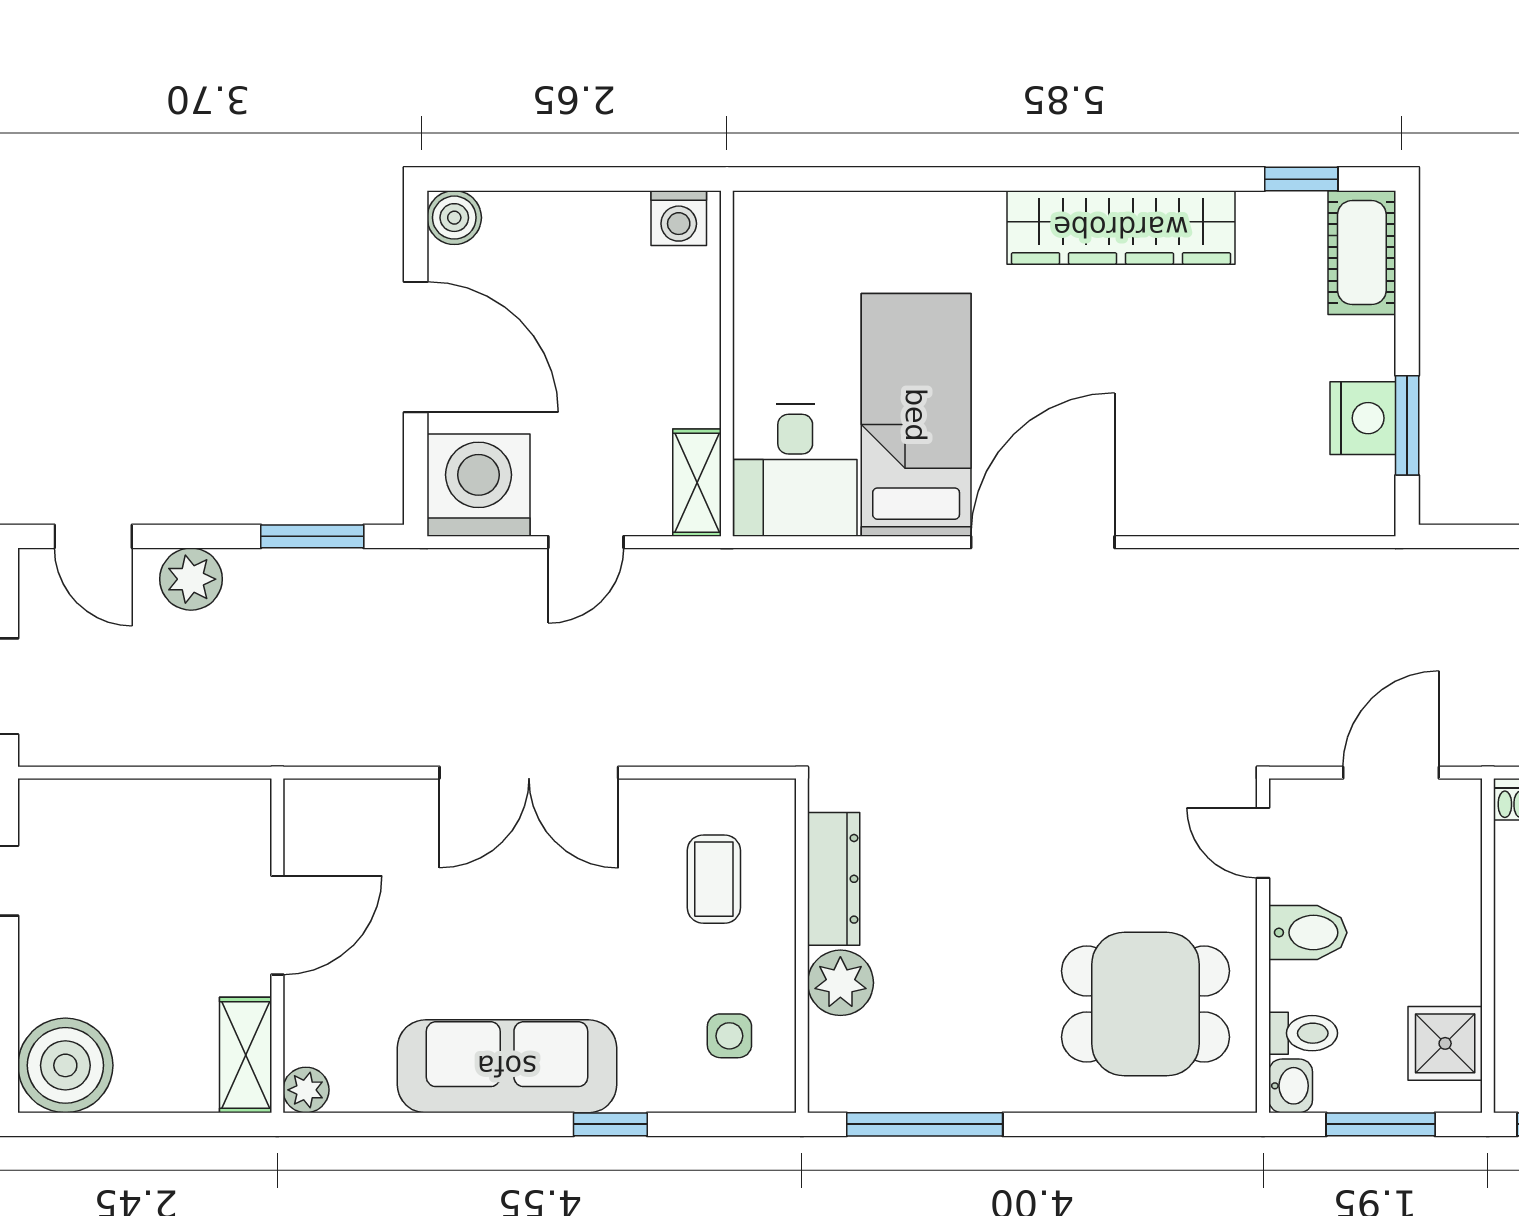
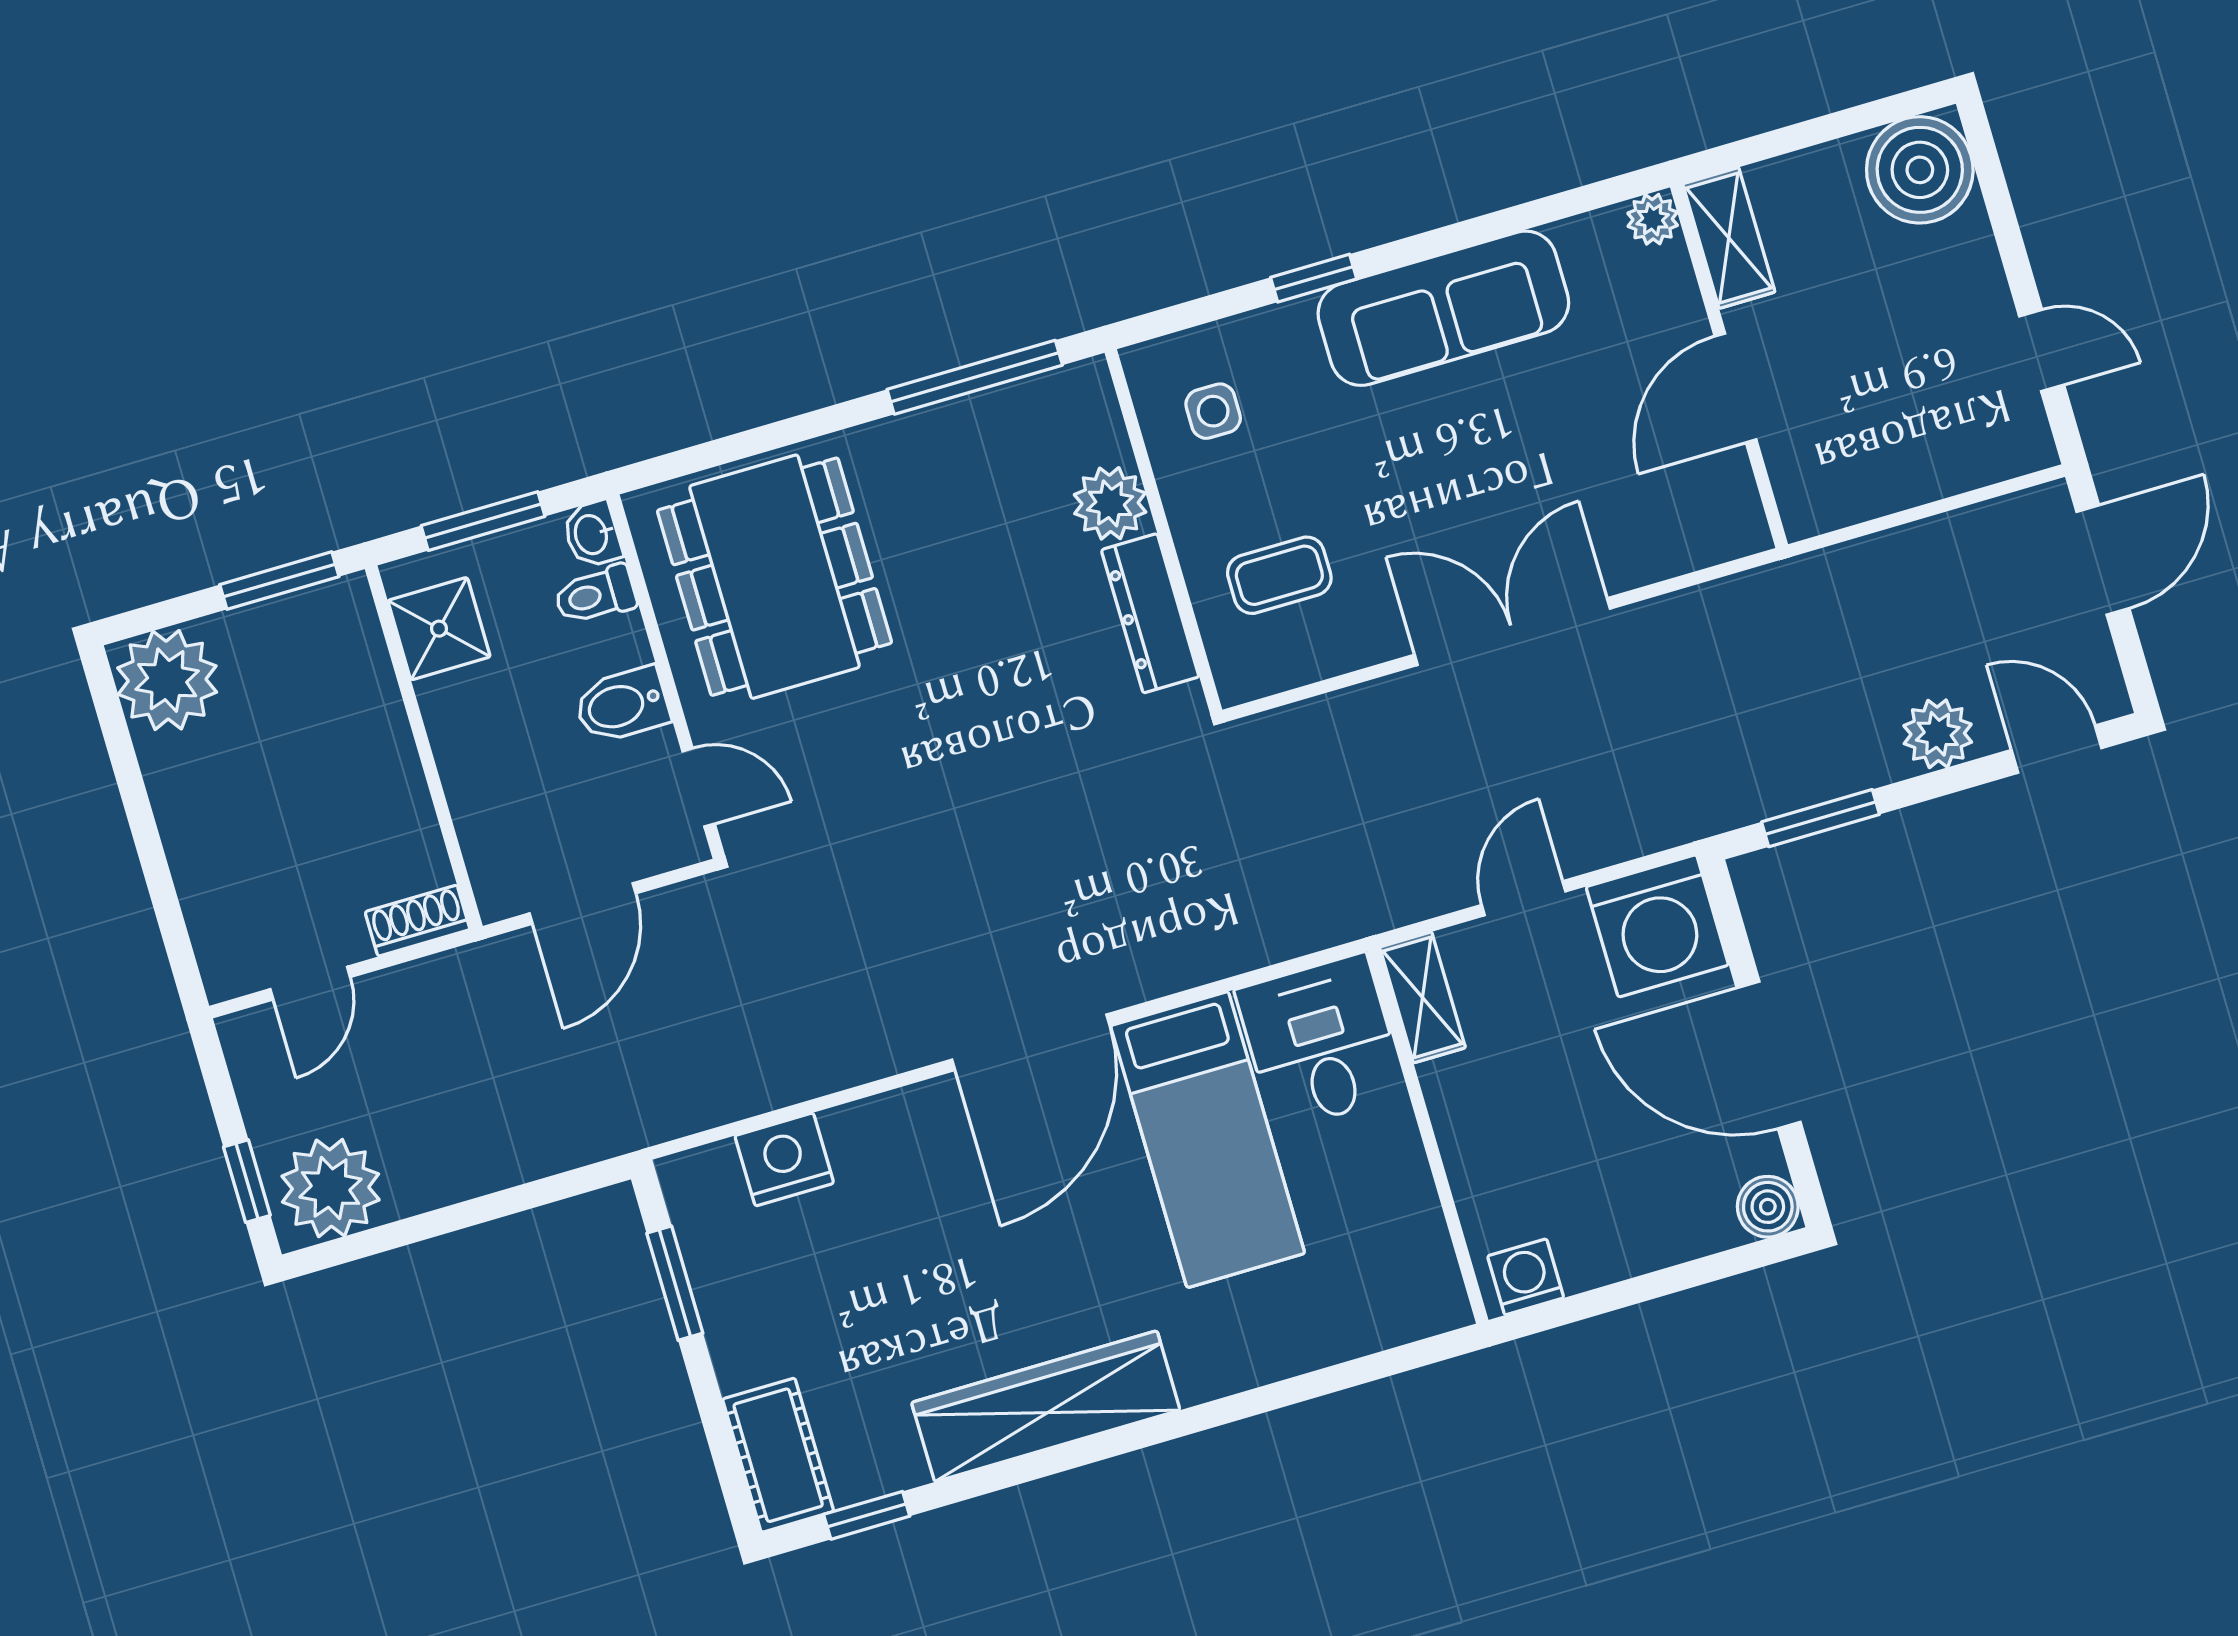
nightstand: (1363, 418) -> (784, 1159), moved, turned 90
coffee table: (714, 879) -> (1279, 575), turned 90
dining table: (1145, 1004) -> (774, 577), width x1.38

